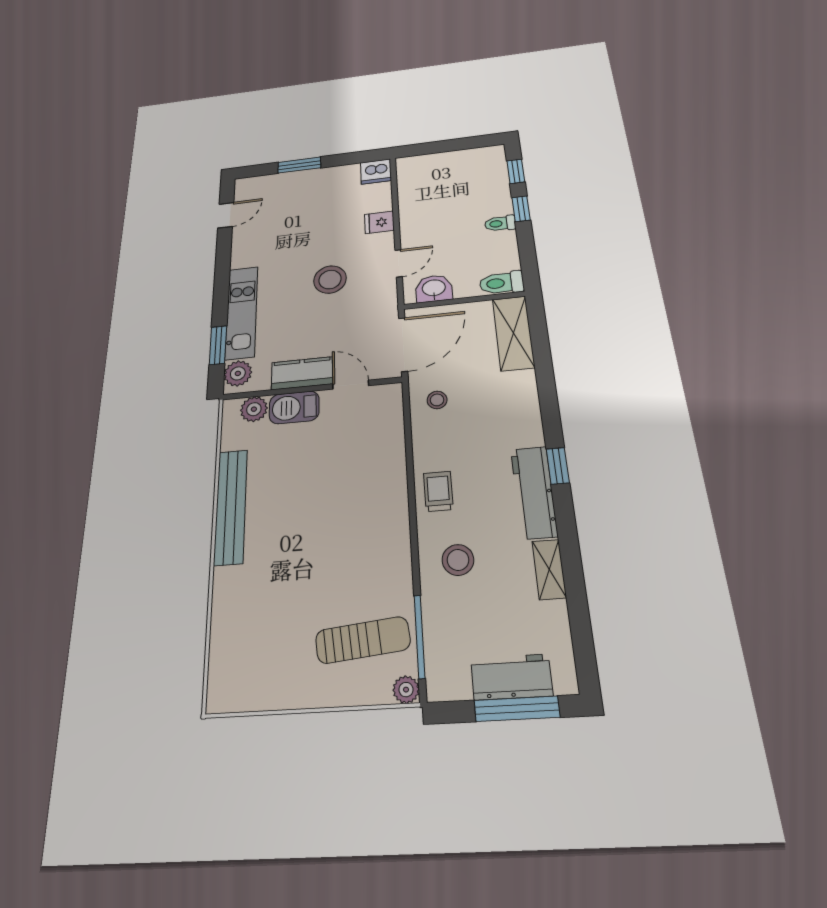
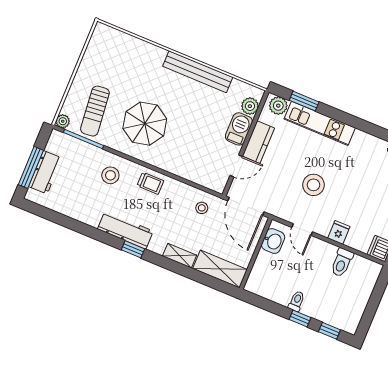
toilet: (502, 283) -> (342, 262), moved, turned 180
parasol: (347, 547) -> (145, 124), added
shelving: (549, 569) -> (180, 256), moved

